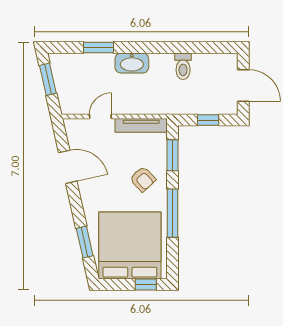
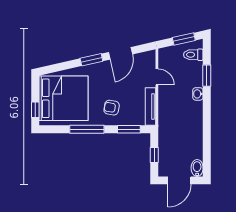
bidet: (226, 61) -> (197, 168), added
washbasin: (132, 63) -> (198, 94), width x0.52, depth x0.69
toilet: (183, 66) -> (193, 55), moved
armchair: (143, 179) -> (112, 108), turned 53
window: (85, 242) -> (91, 60), moved

